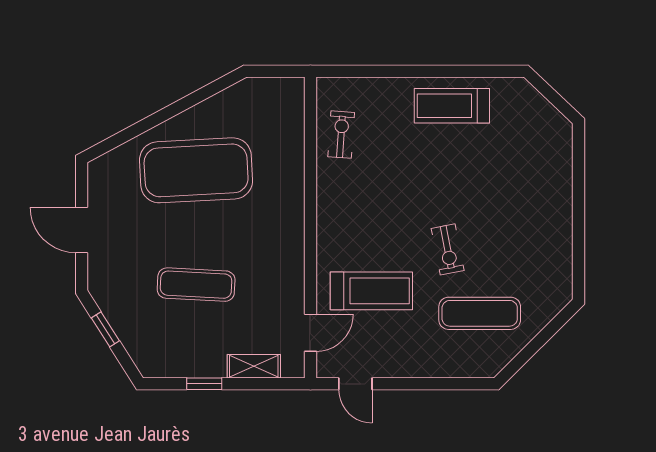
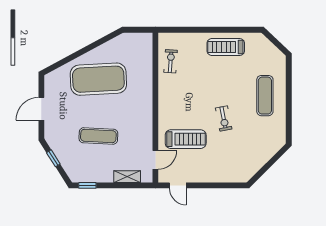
door: (82, 230) -> (41, 109), hinge flipped
exercise mat: (480, 313) -> (265, 96), moved, turned 90
window: (204, 384) -> (87, 185), moved

